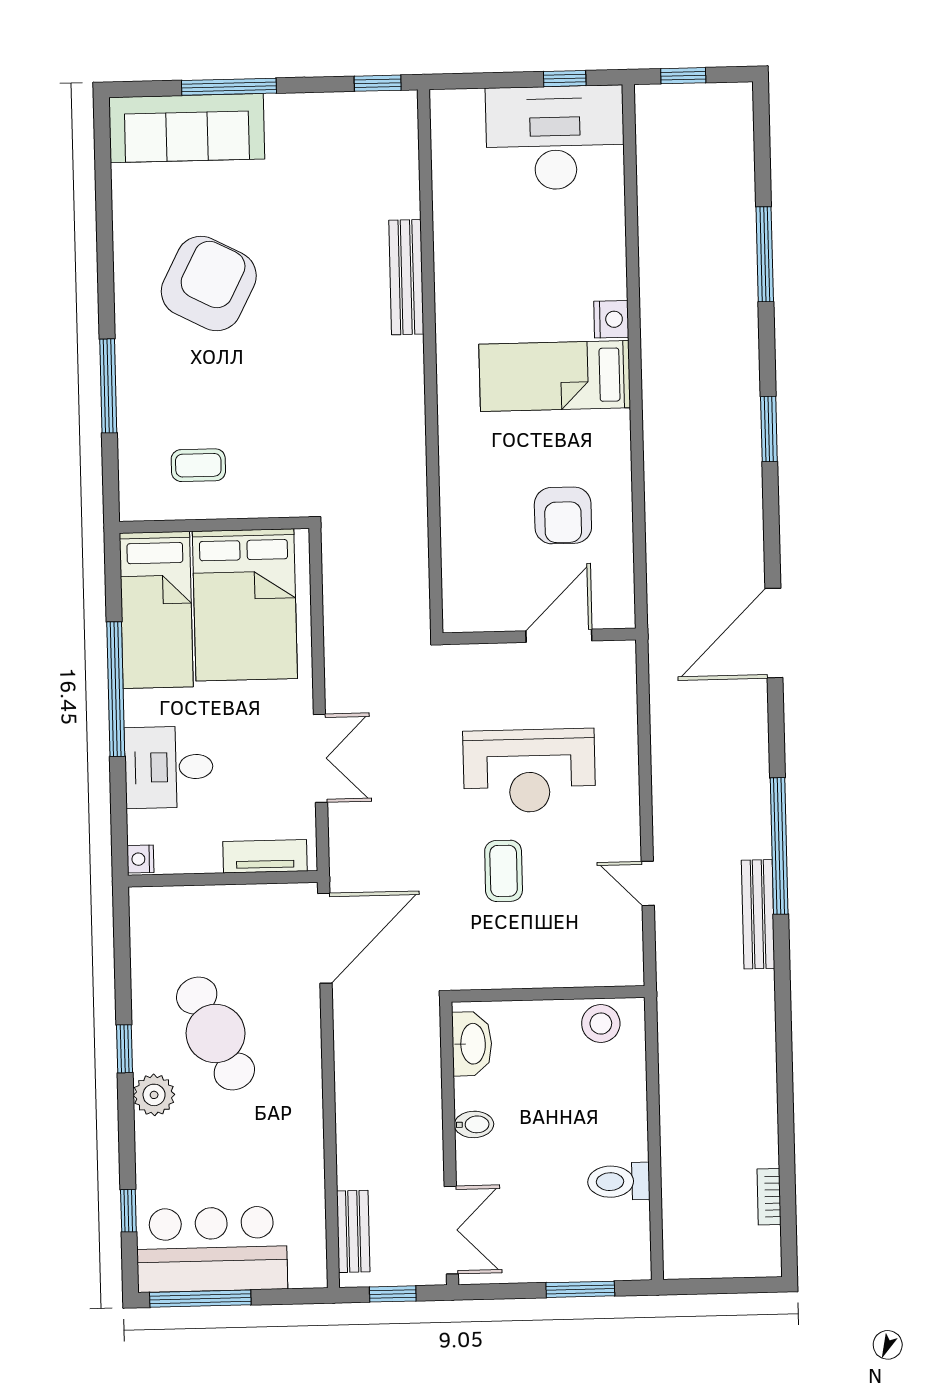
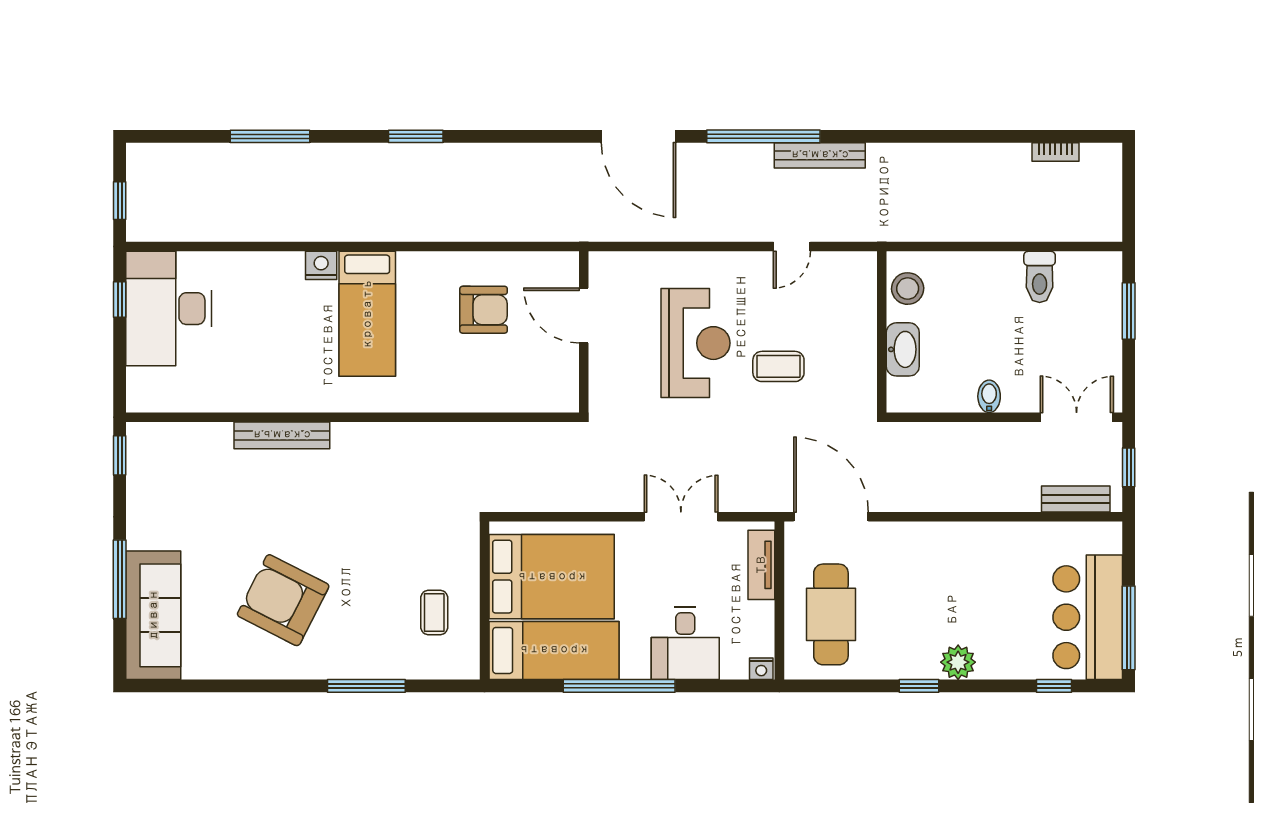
door: (774, 633) -> (639, 136), moved
cafe table: (216, 1033) -> (831, 614), moved, turned -65
washbasin: (472, 1044) -> (903, 349), moved, turned 90

